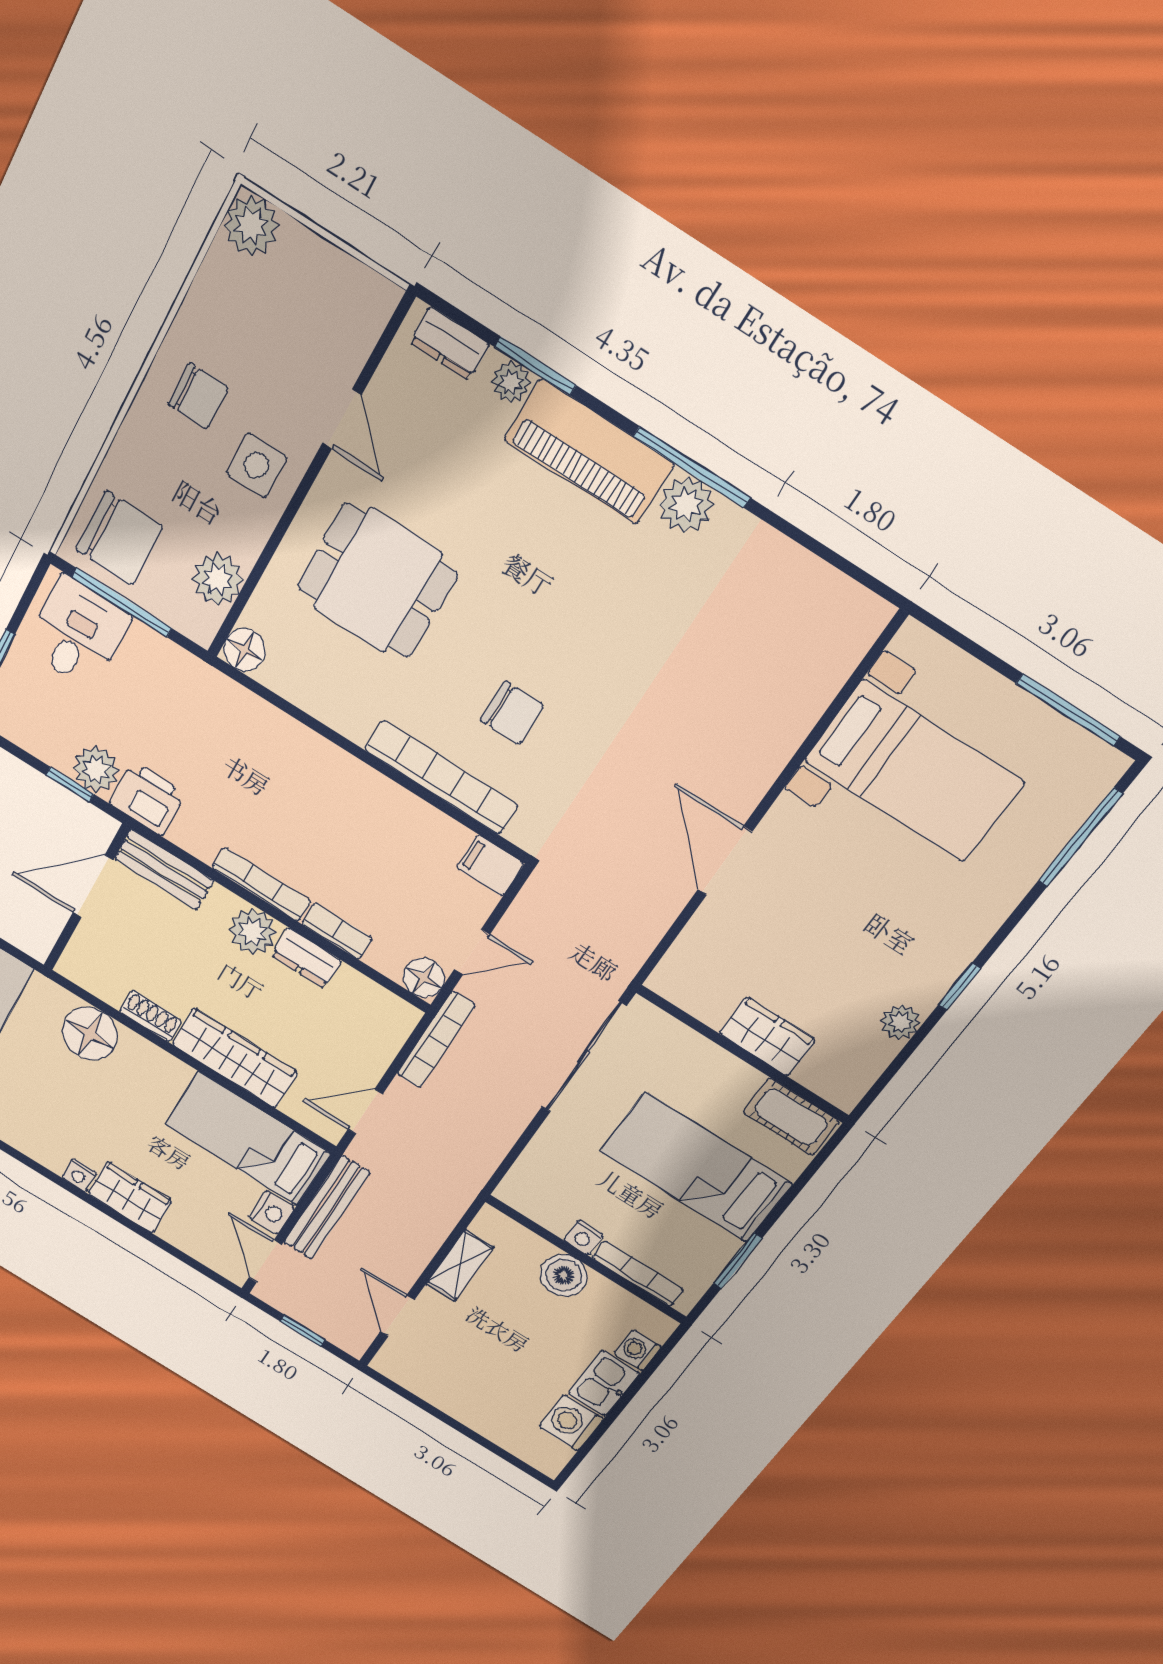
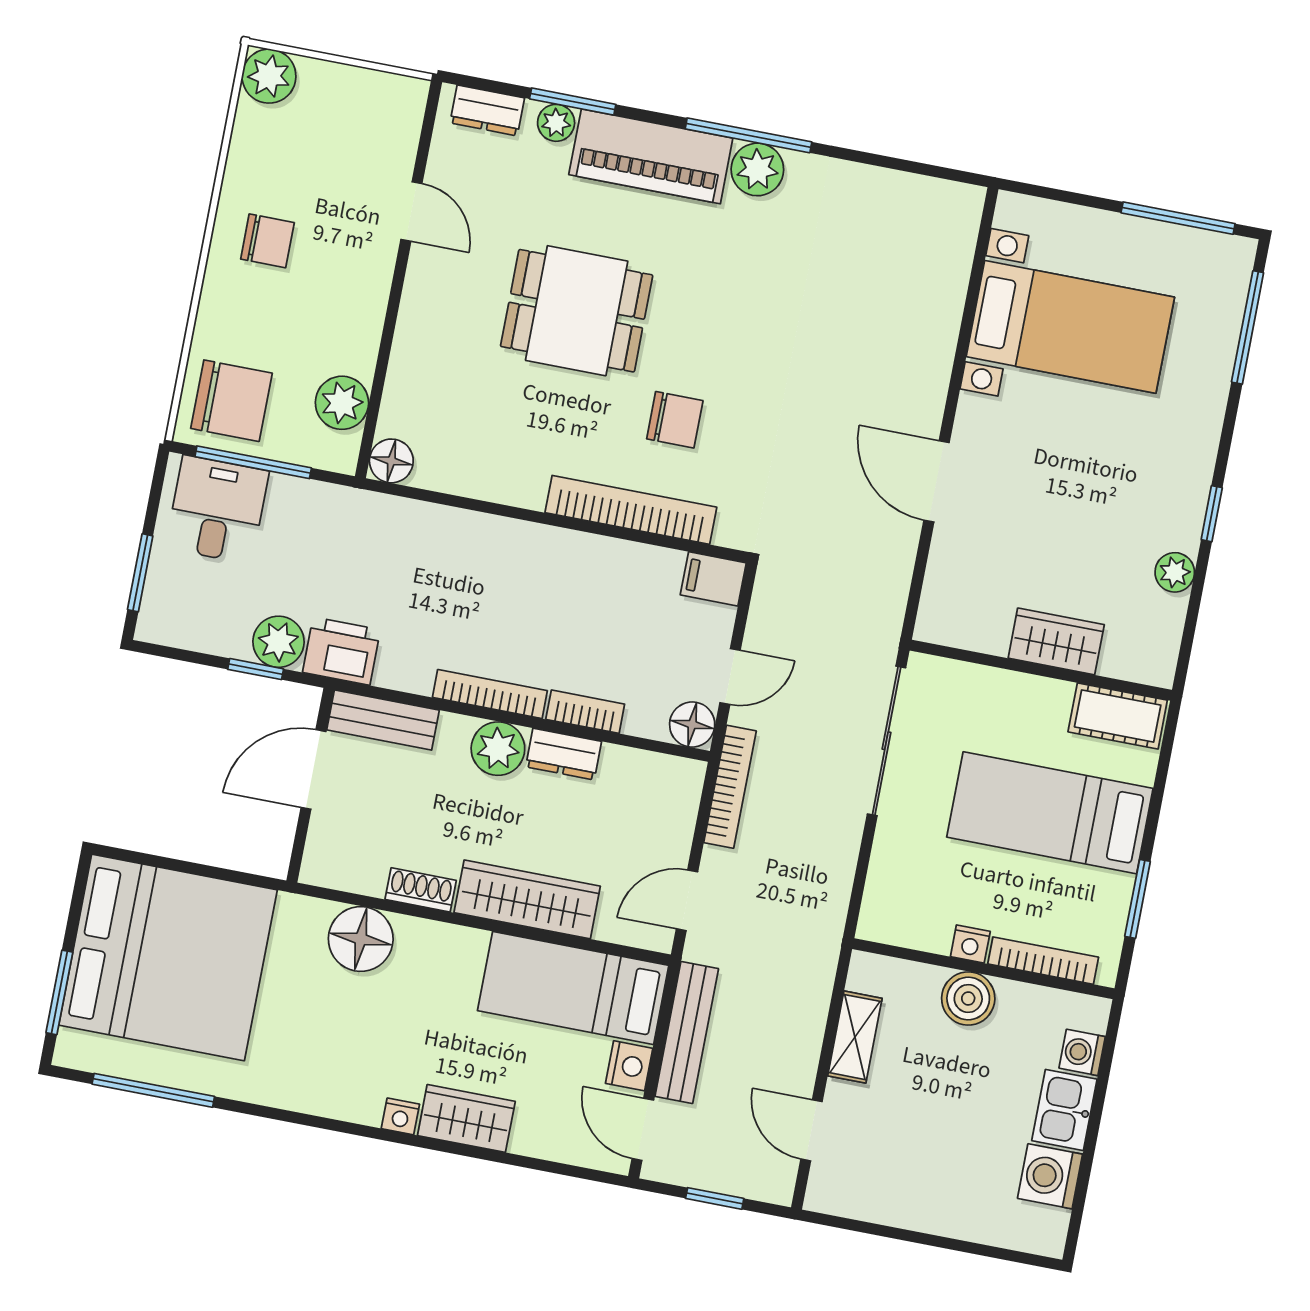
side table: (257, 465) -> (345, 283), removed
dining table: (377, 581) -> (577, 311), moved

